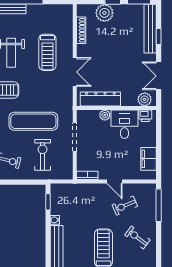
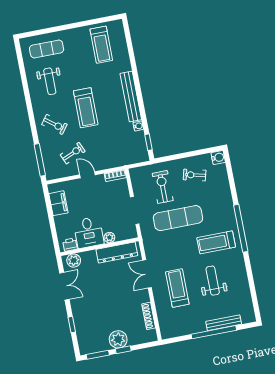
plant: (104, 13) -> (118, 339), moved
bench: (150, 29) -> (82, 331), removed
exercise bike: (43, 155) -> (163, 187), turned 180

